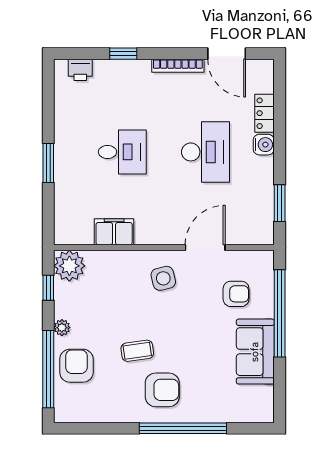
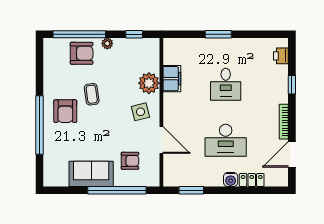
plant: (69, 266) -> (149, 83), moved
armchair: (236, 294) -> (130, 161), turned -90

